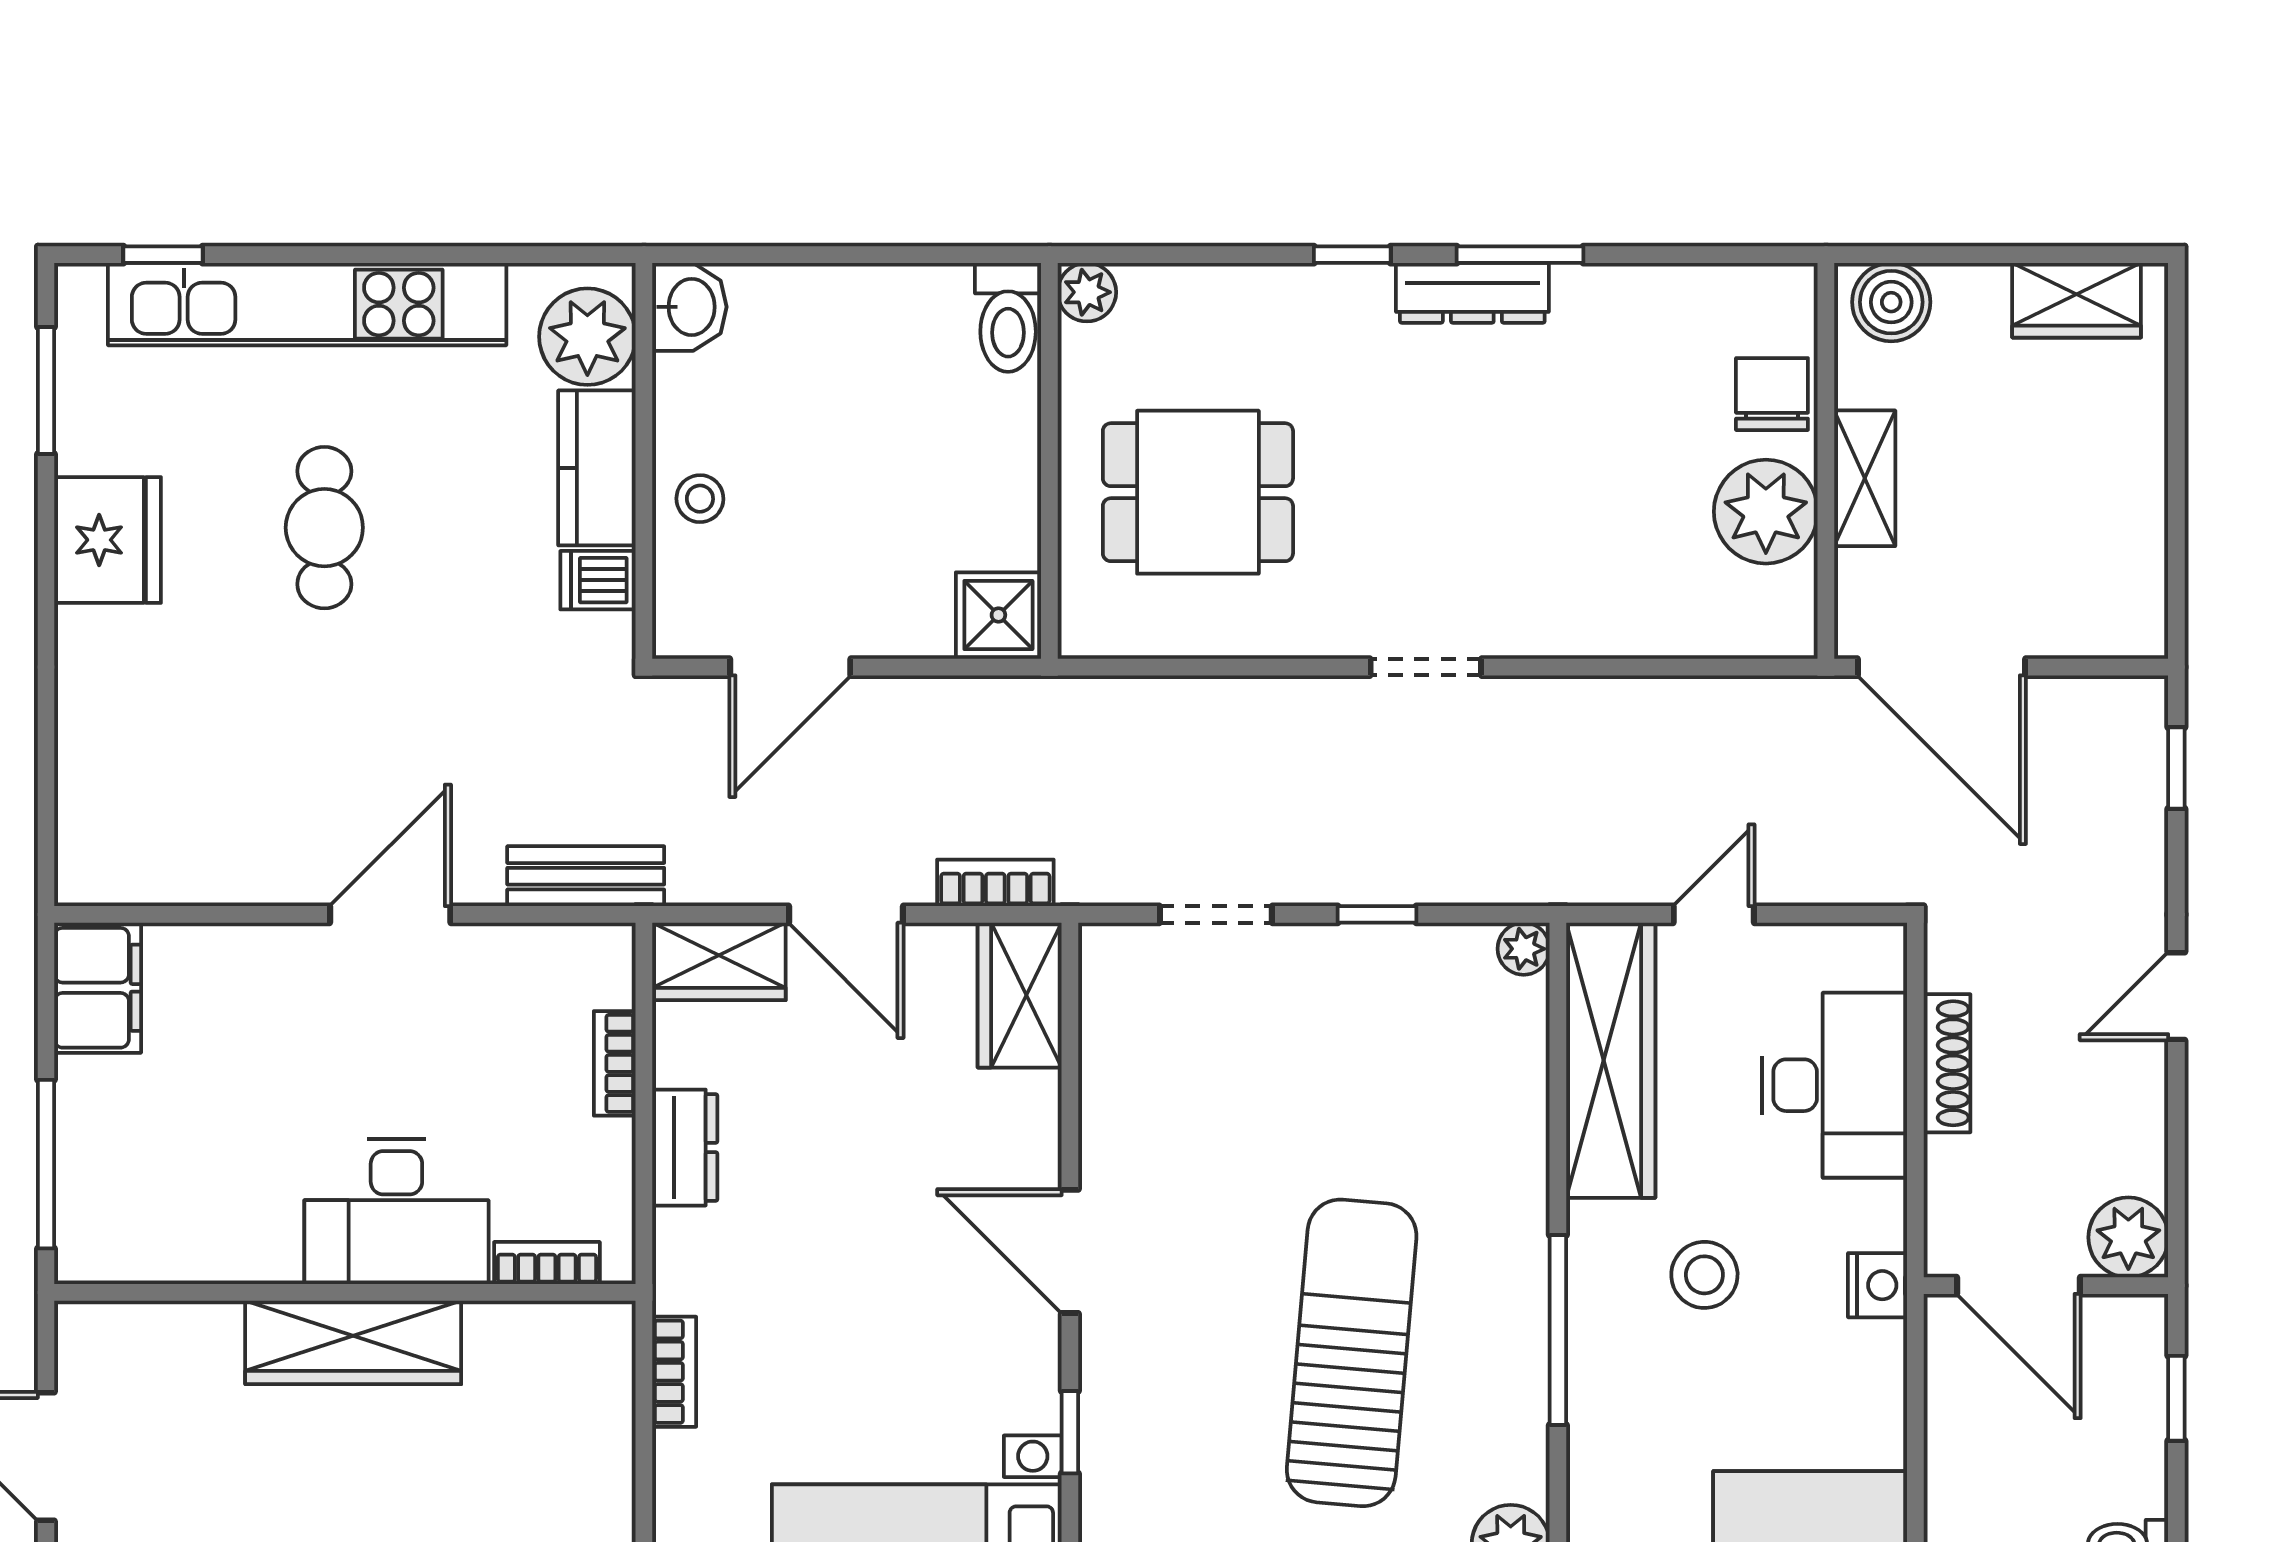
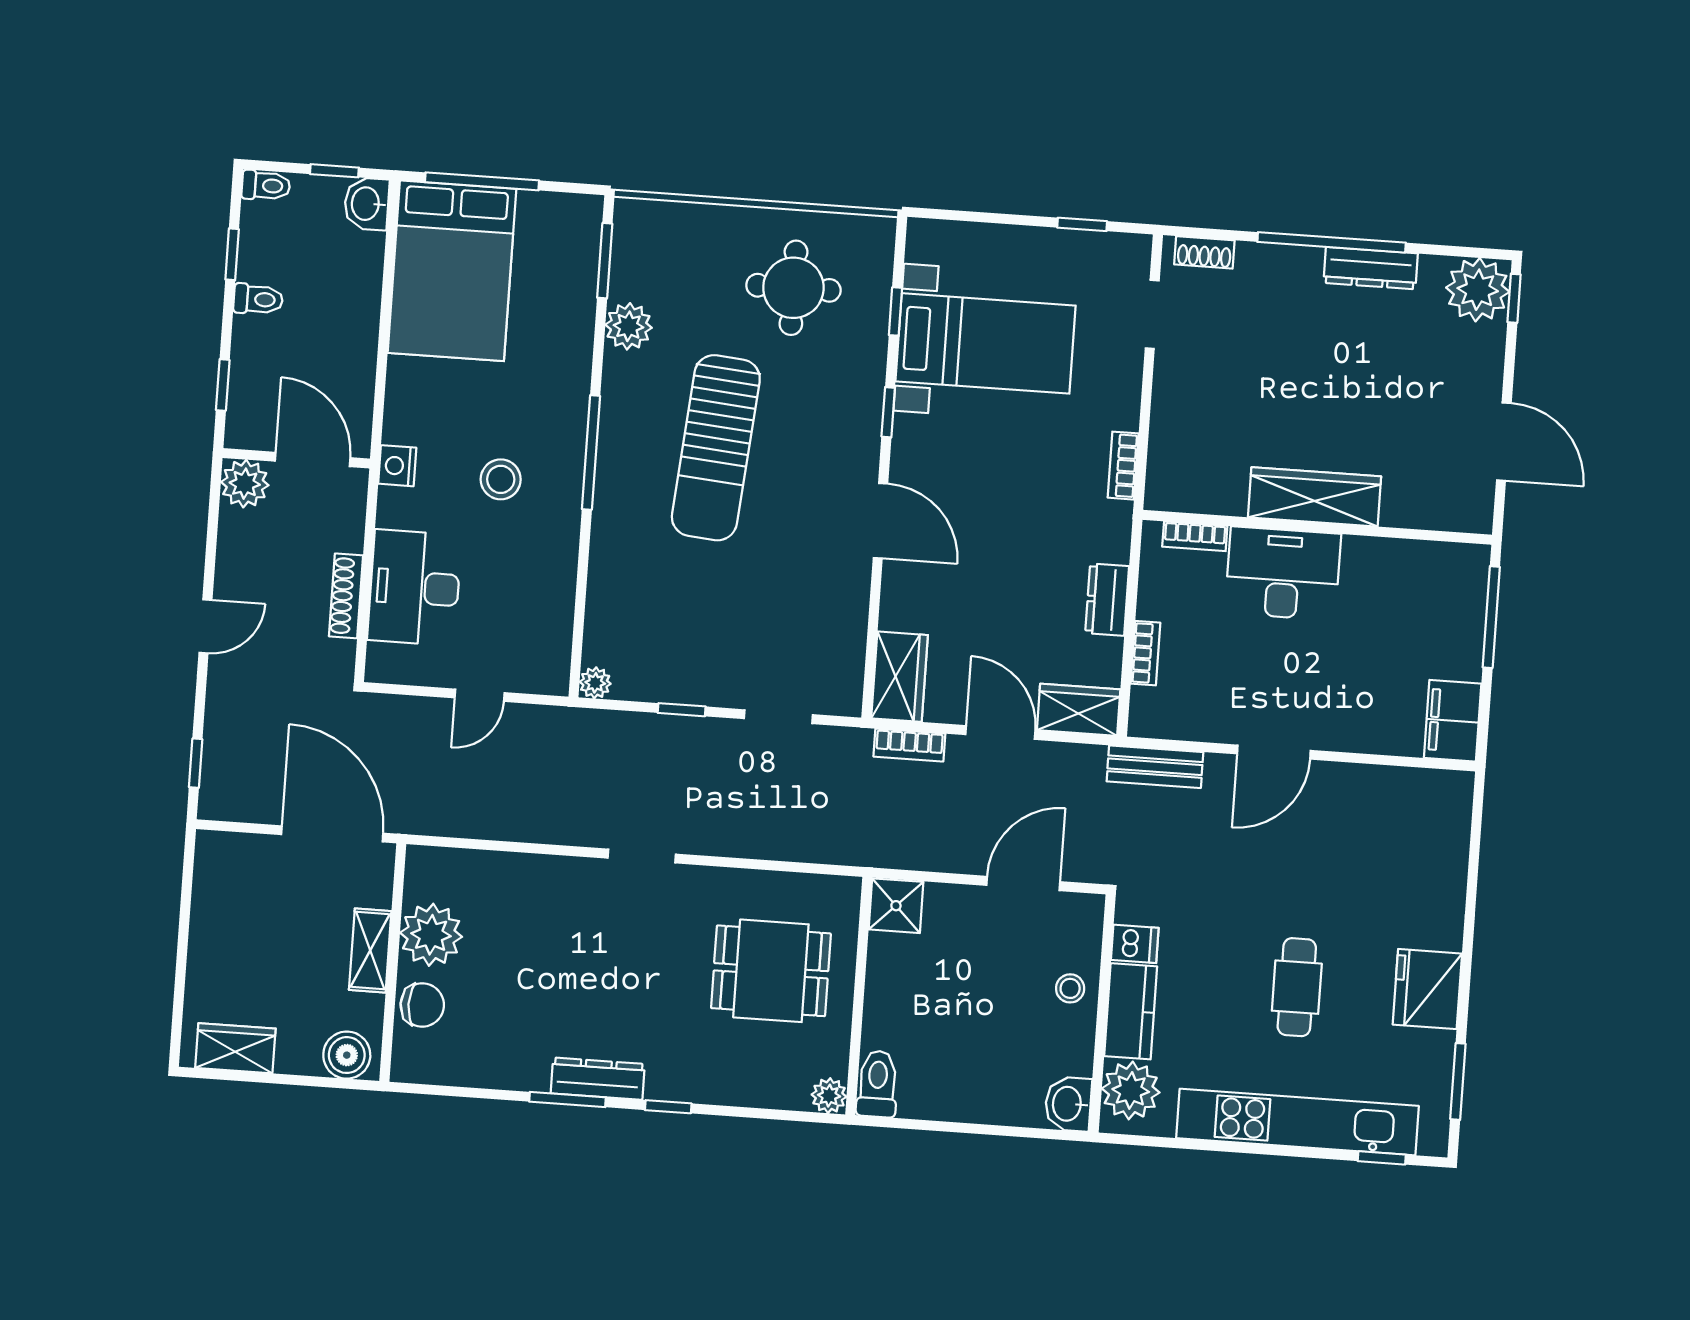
chair: (1772, 394) -> (422, 1005), turned -90
wardrobe: (1611, 1060) -> (548, 612), removed

